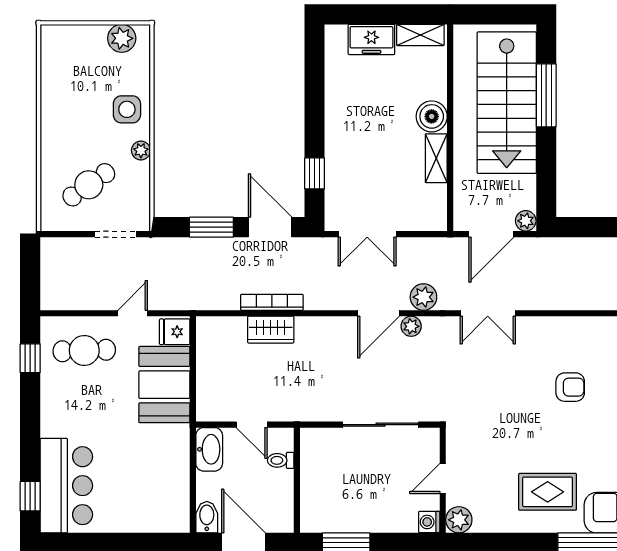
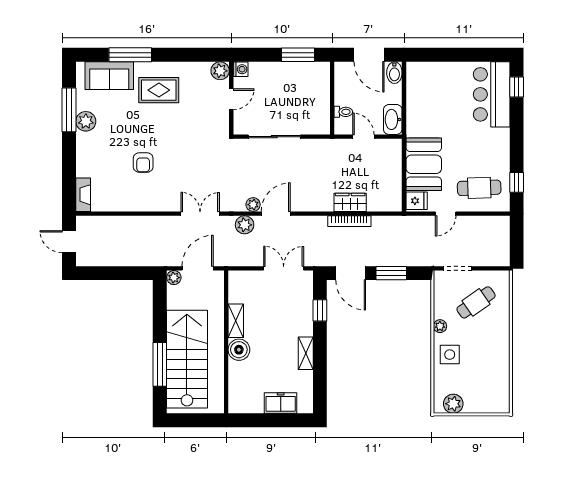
shelving: (420, 35) -> (306, 353), moved, turned 90
armchair: (570, 387) -> (143, 163), turned -90

